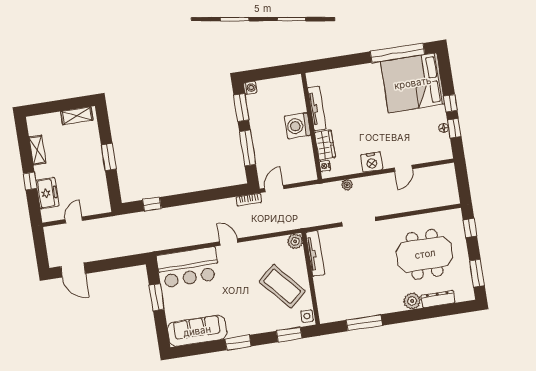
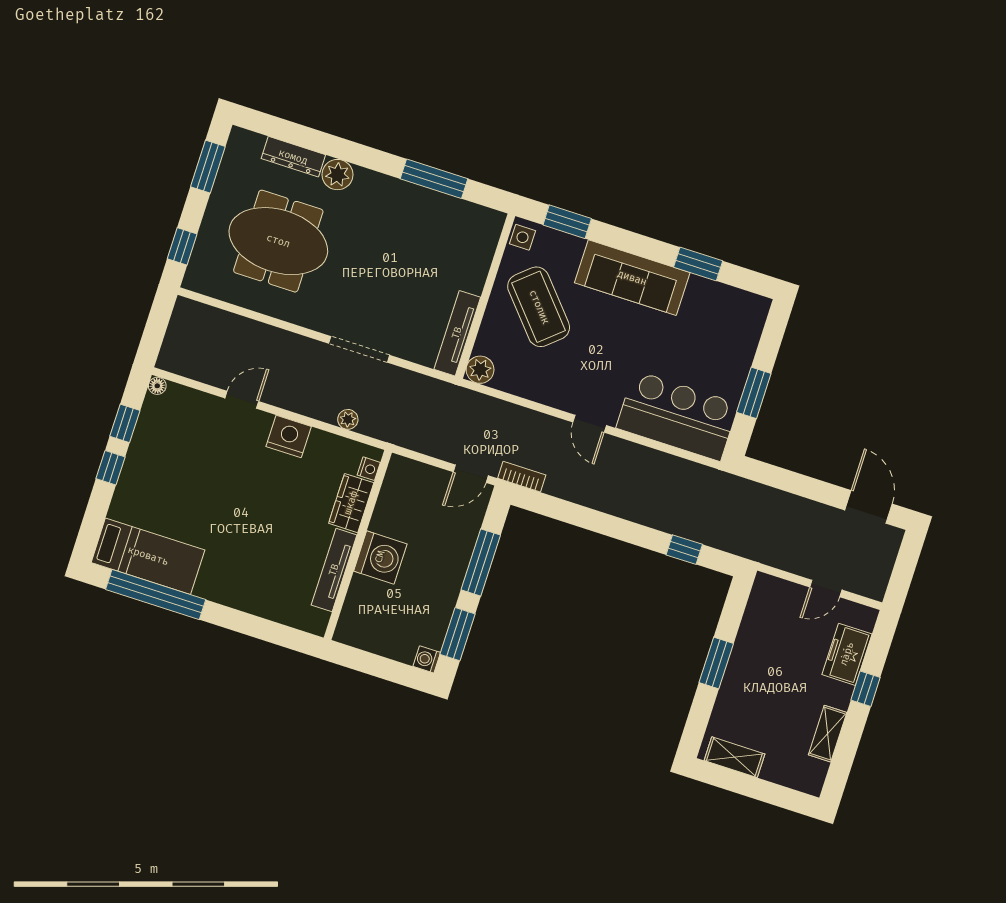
bed: (413, 83) -> (148, 556), width x0.49
floor lamp: (444, 128) -> (157, 386), moved
sofa: (197, 331) -> (632, 278), moved
window: (238, 343) -> (698, 264), moved

